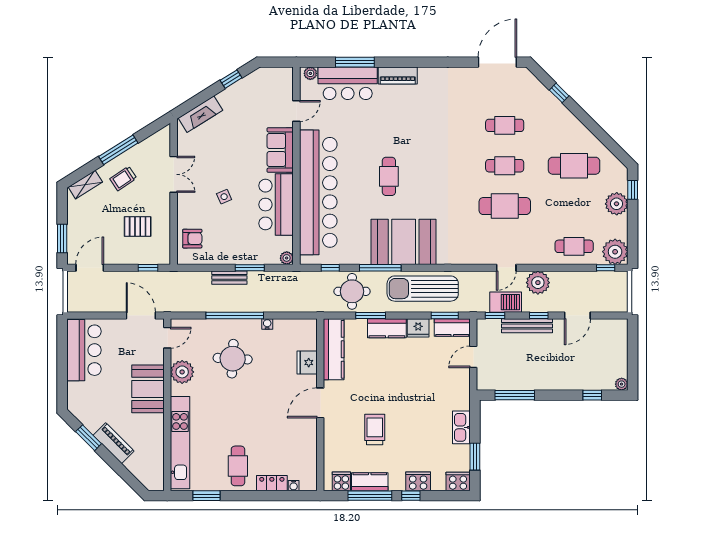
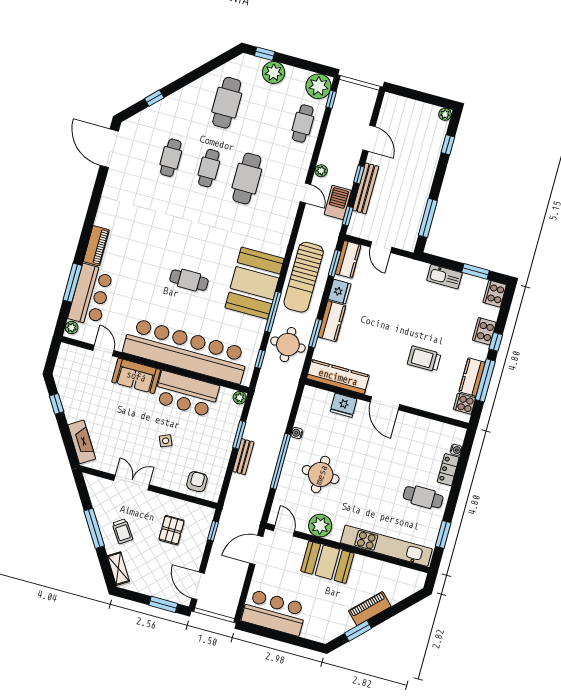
plant: (538, 283) -> (321, 171), width x0.53, depth x0.53

